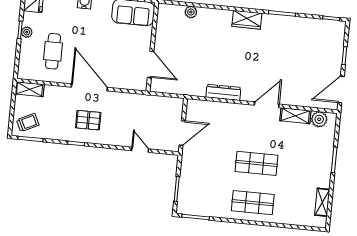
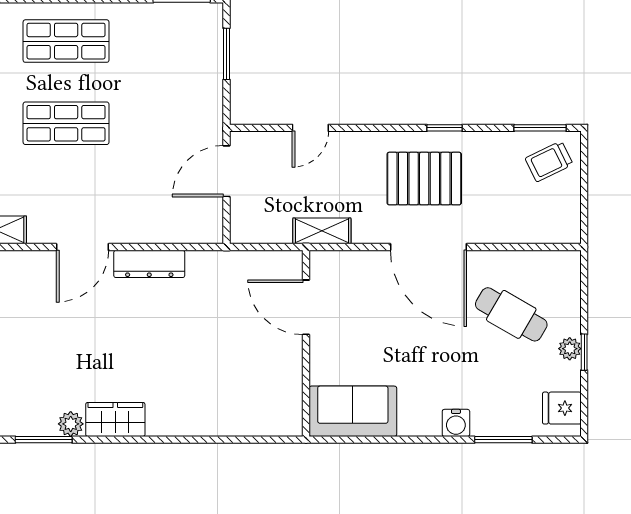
plant: (191, 12) -> (71, 424), moved
cafe table: (53, 51) -> (511, 314), turned -60
shelving: (30, 89) -> (322, 231), moved
door: (267, 105) -> (82, 247), moved
pallet: (88, 120) -> (424, 179), width x1.50, depth x1.42
door: (140, 150) -> (310, 128), hinge flipped

